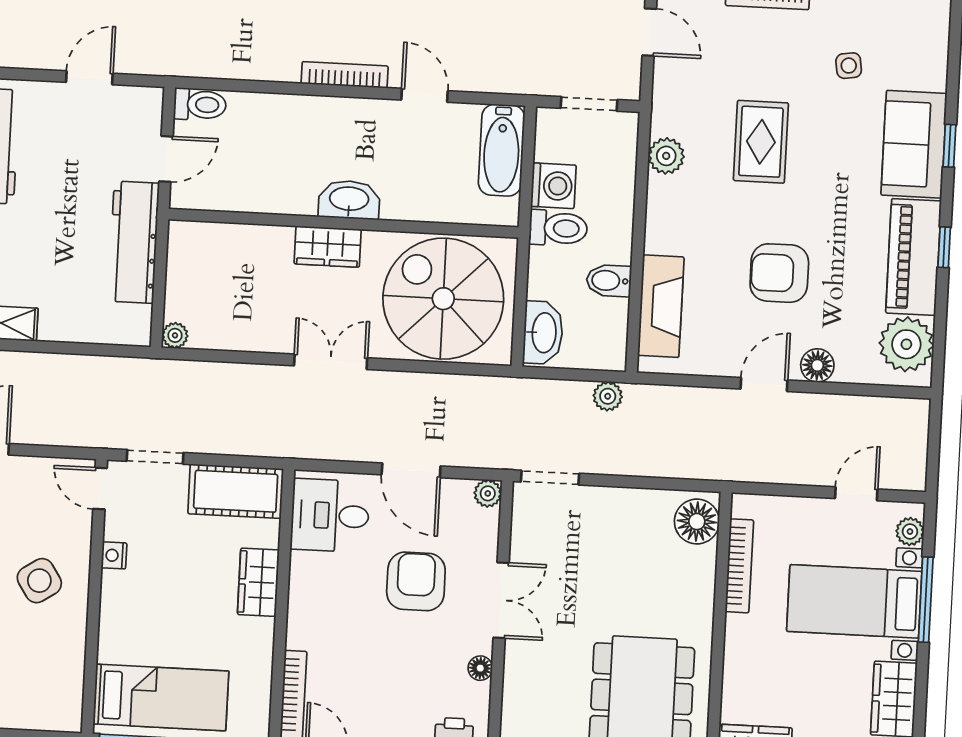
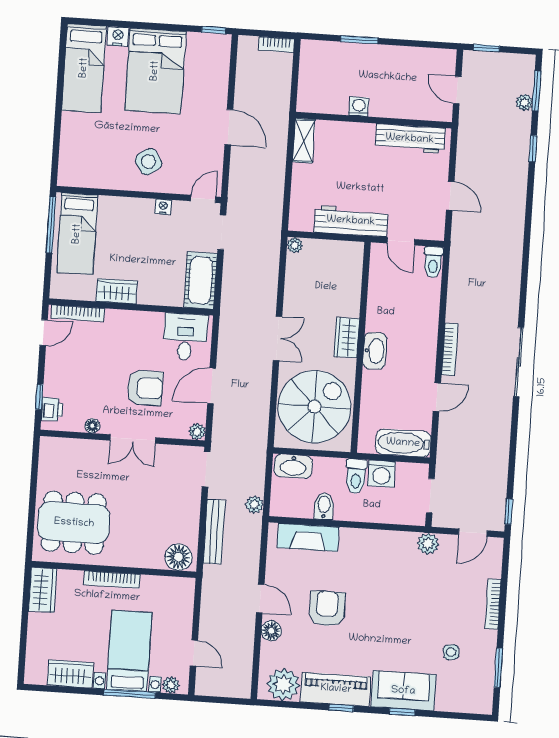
rug: (761, 142) -> (406, 599), removed
plant: (666, 156) -> (428, 544), moved
bench: (654, 463) -> (214, 532), added
bookcase: (739, 566) -> (112, 580), moved
wardrobe: (258, 582) -> (117, 291), moved

